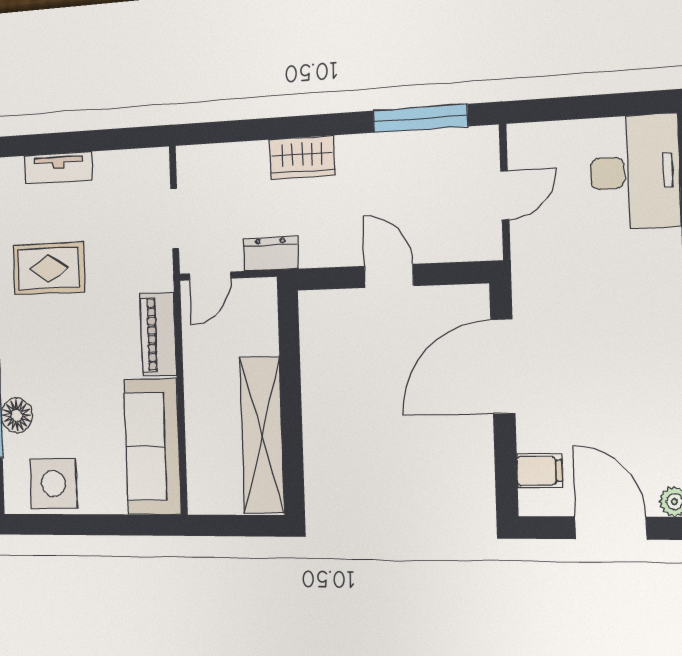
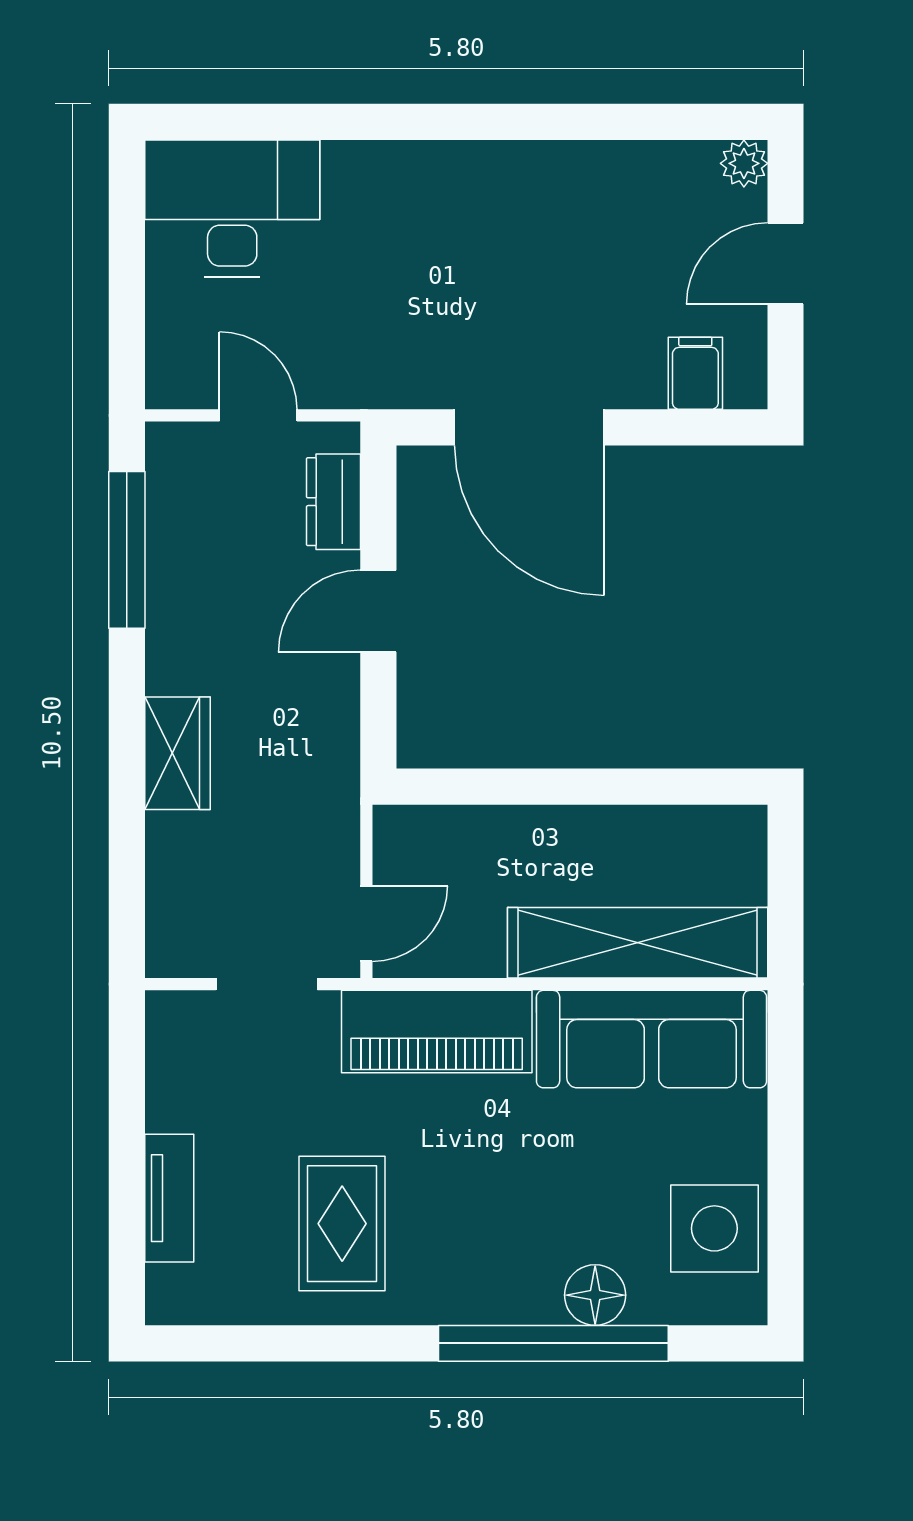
dresser: (271, 254) -> (333, 502), moved
door: (210, 276) -> (366, 924), hinge flipped
piano: (158, 335) -> (437, 1031), width x1.37, depth x1.33
shelving: (262, 435) -> (638, 943), moved
door: (611, 528) -> (786, 264), width x0.73

